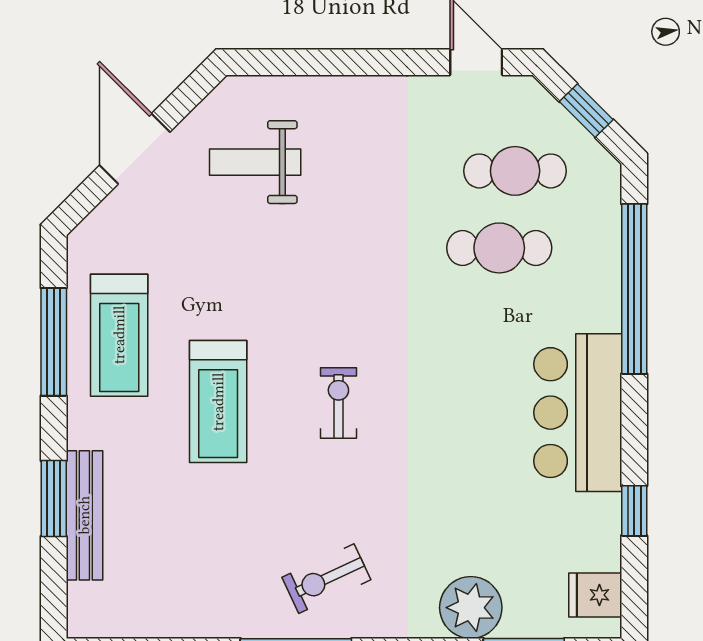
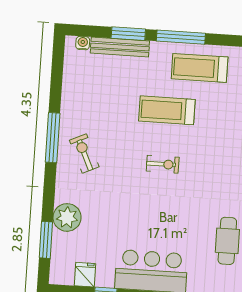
window: (54, 342) -> (181, 37), moved
fridge: (595, 595) -> (85, 275), moved
water cooler: (81, 598) -> (83, 43), added

